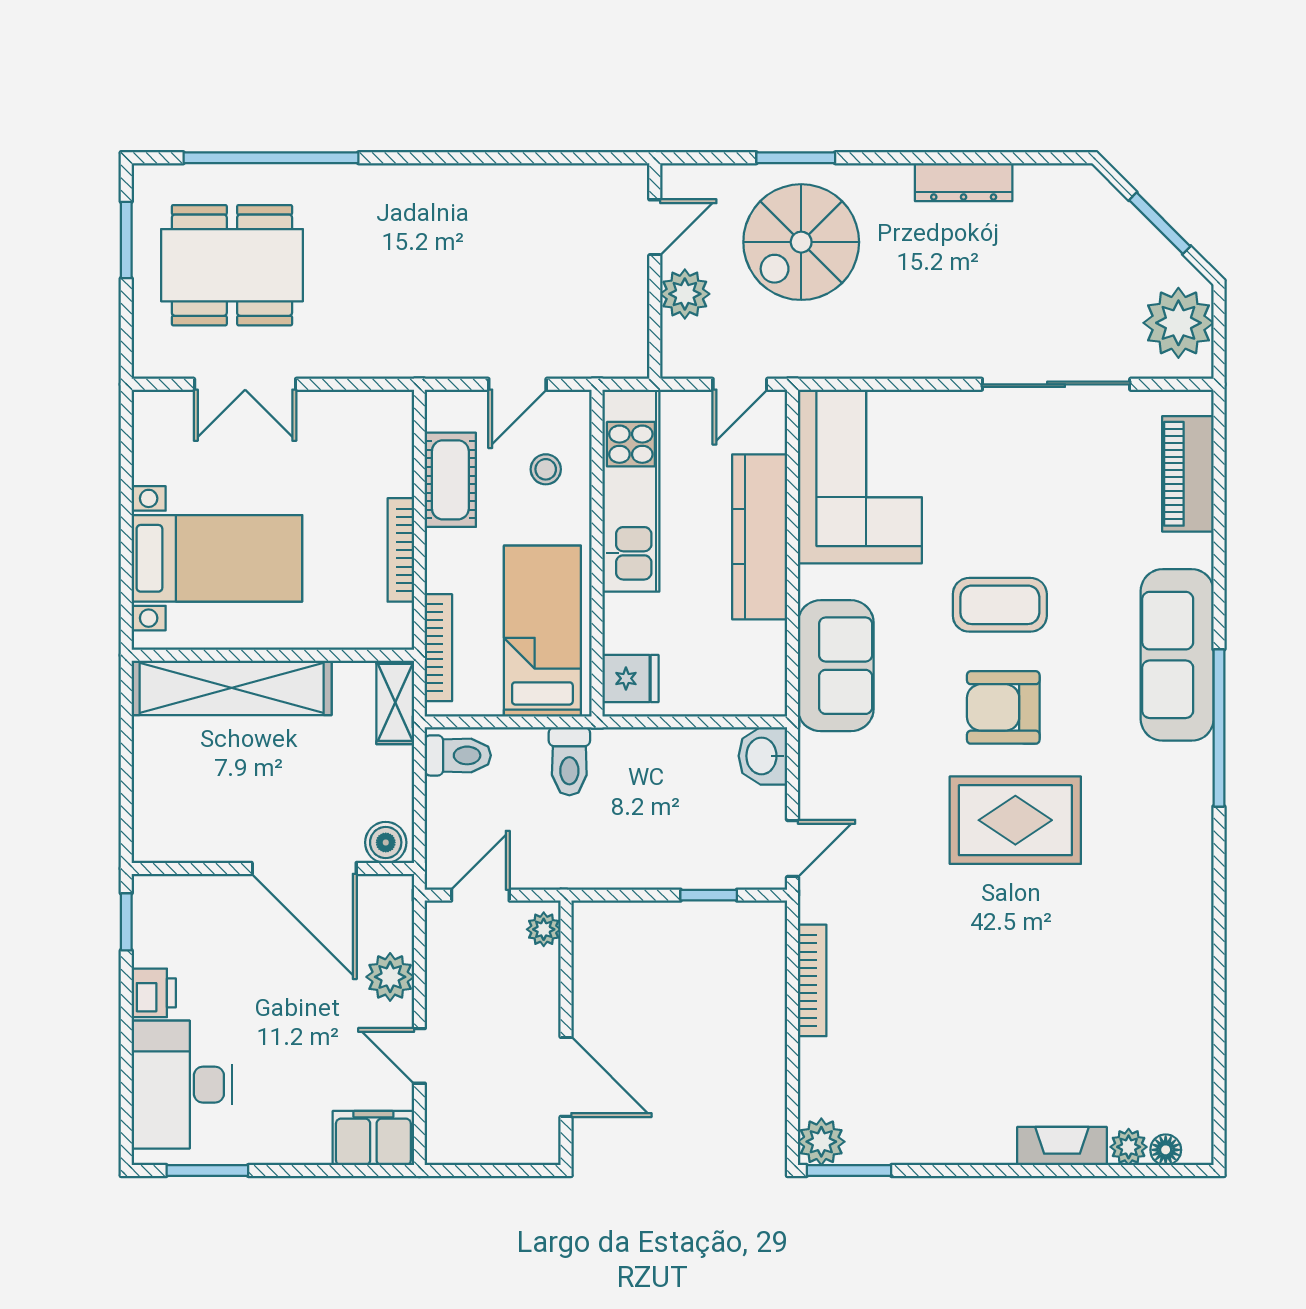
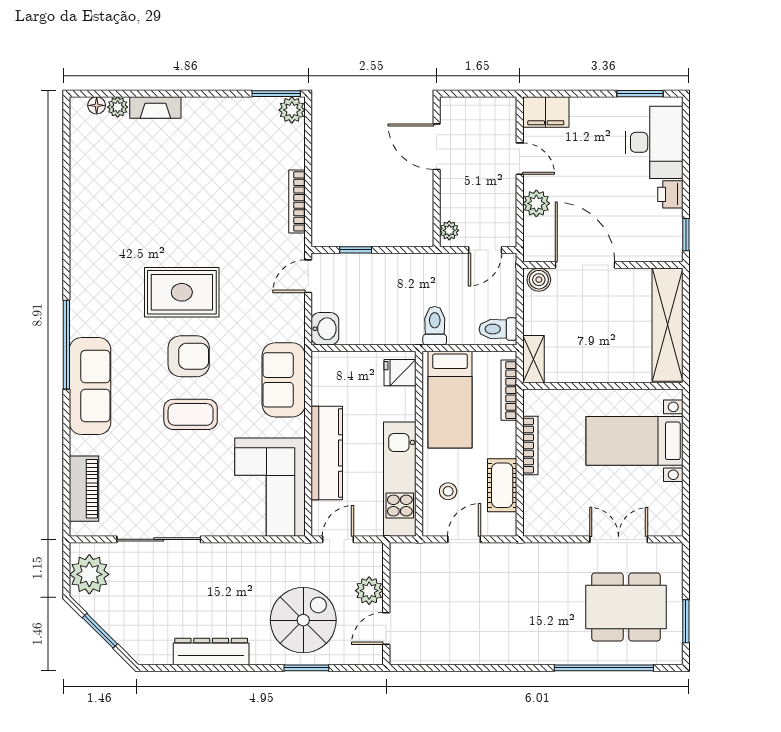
dresser: (964, 182) -> (211, 651), width x1.37, depth x1.24
shelving: (232, 688) -> (667, 325), moved, turned 90

